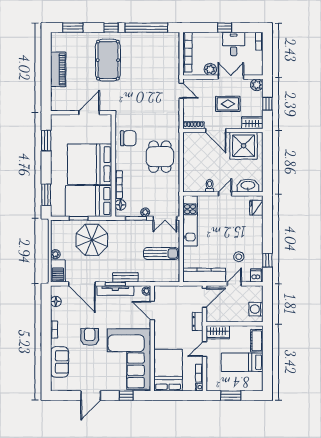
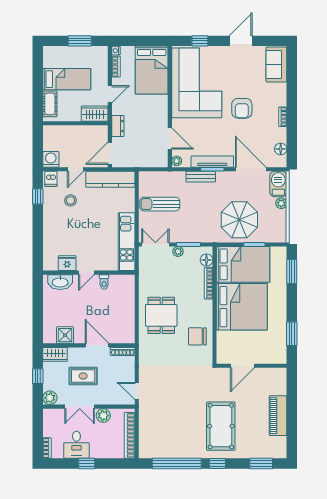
shower: (244, 146) -> (65, 335), width x0.54, depth x0.54
fridge: (256, 208) -> (67, 263), moved, turned -90
washing machine: (256, 309) -> (51, 159), moved, turned -90
sofa: (59, 362) -> (276, 64), moved

